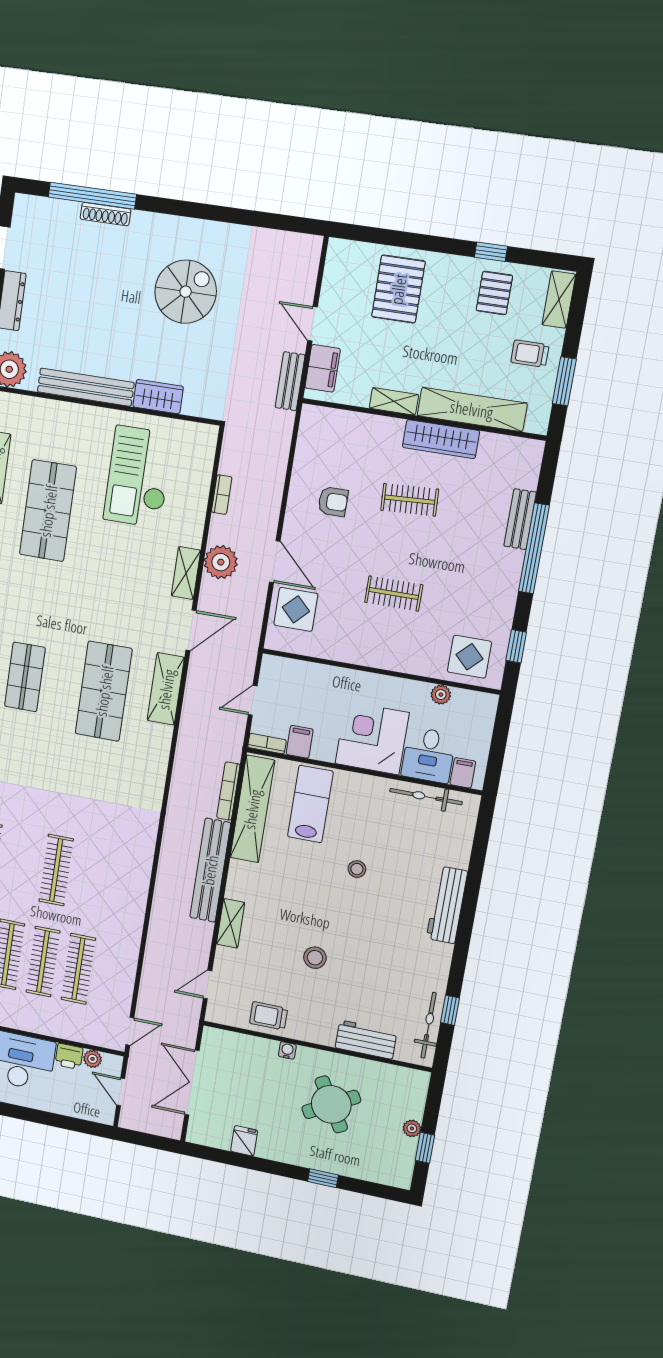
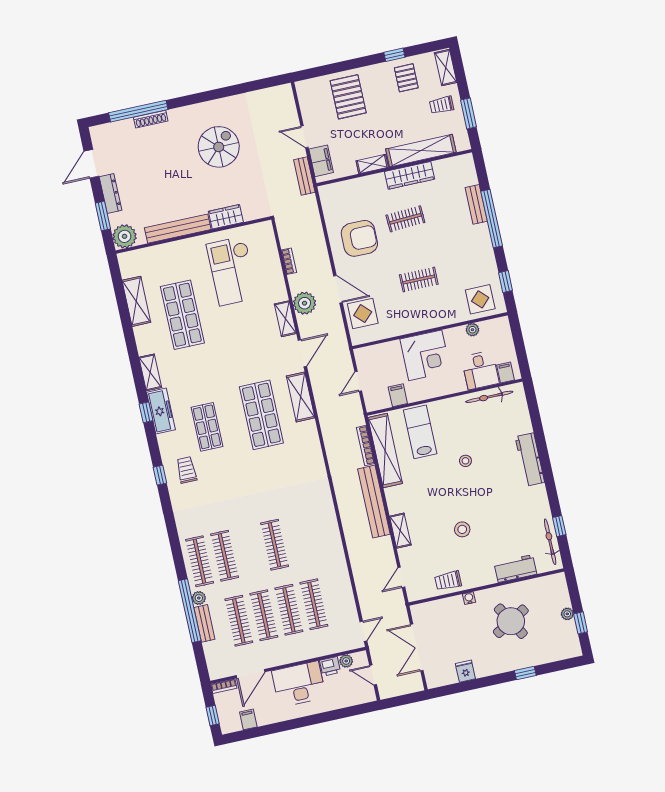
armchair: (333, 502) -> (359, 238), width x1.88, depth x1.88
corner desk: (372, 738) -> (425, 355), moved, turned 180
bookcase: (267, 744) -> (378, 405), removed

